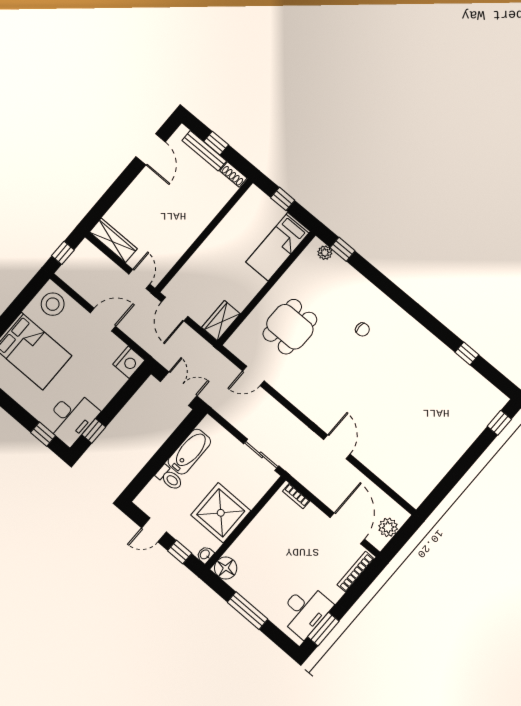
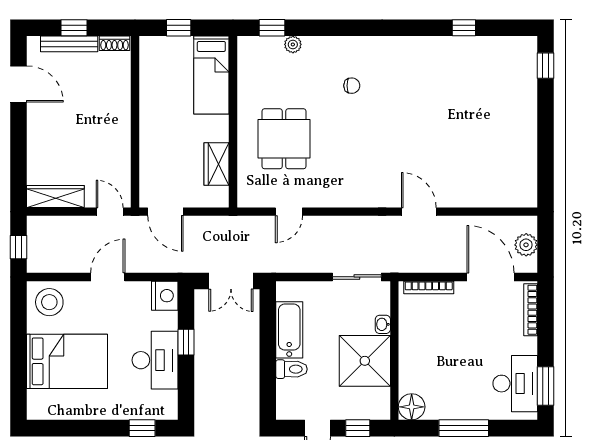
plant: (325, 253) -> (293, 44), moved
wardrobe: (221, 321) -> (217, 164), moved
double door: (179, 389) -> (231, 281), swing flipped
desk: (71, 417) -> (155, 360), moved
window: (94, 431) -> (186, 342), moved
bookcase: (296, 496) -> (429, 287), width x1.56
washbasin: (205, 555) -> (383, 324), moved

